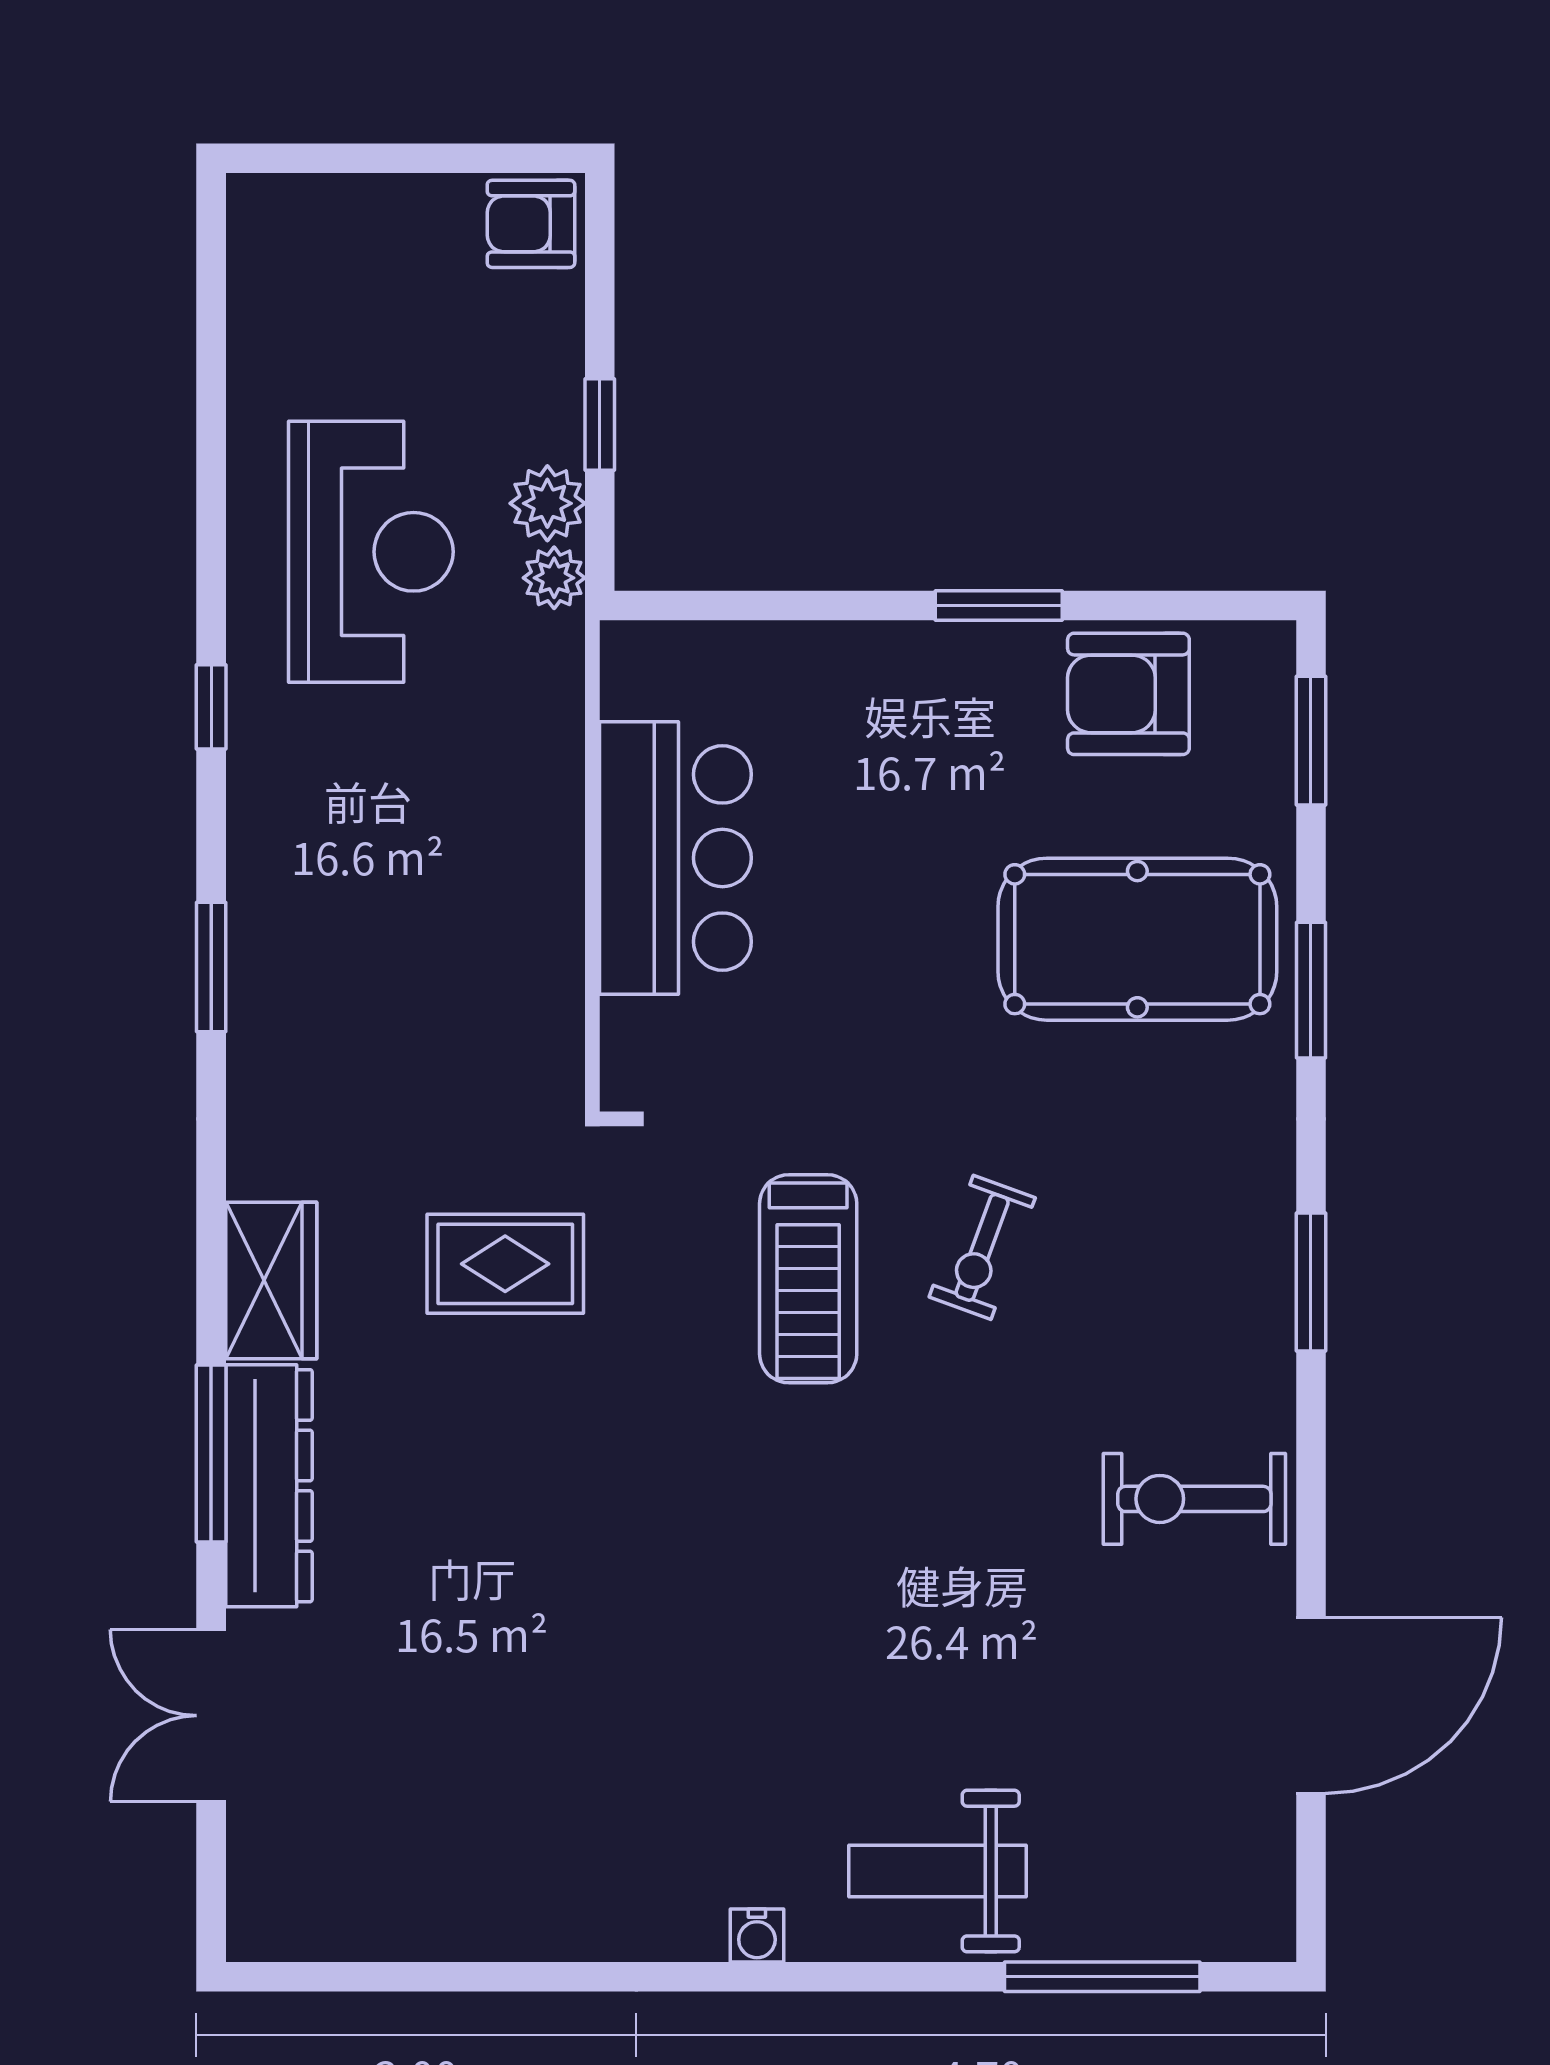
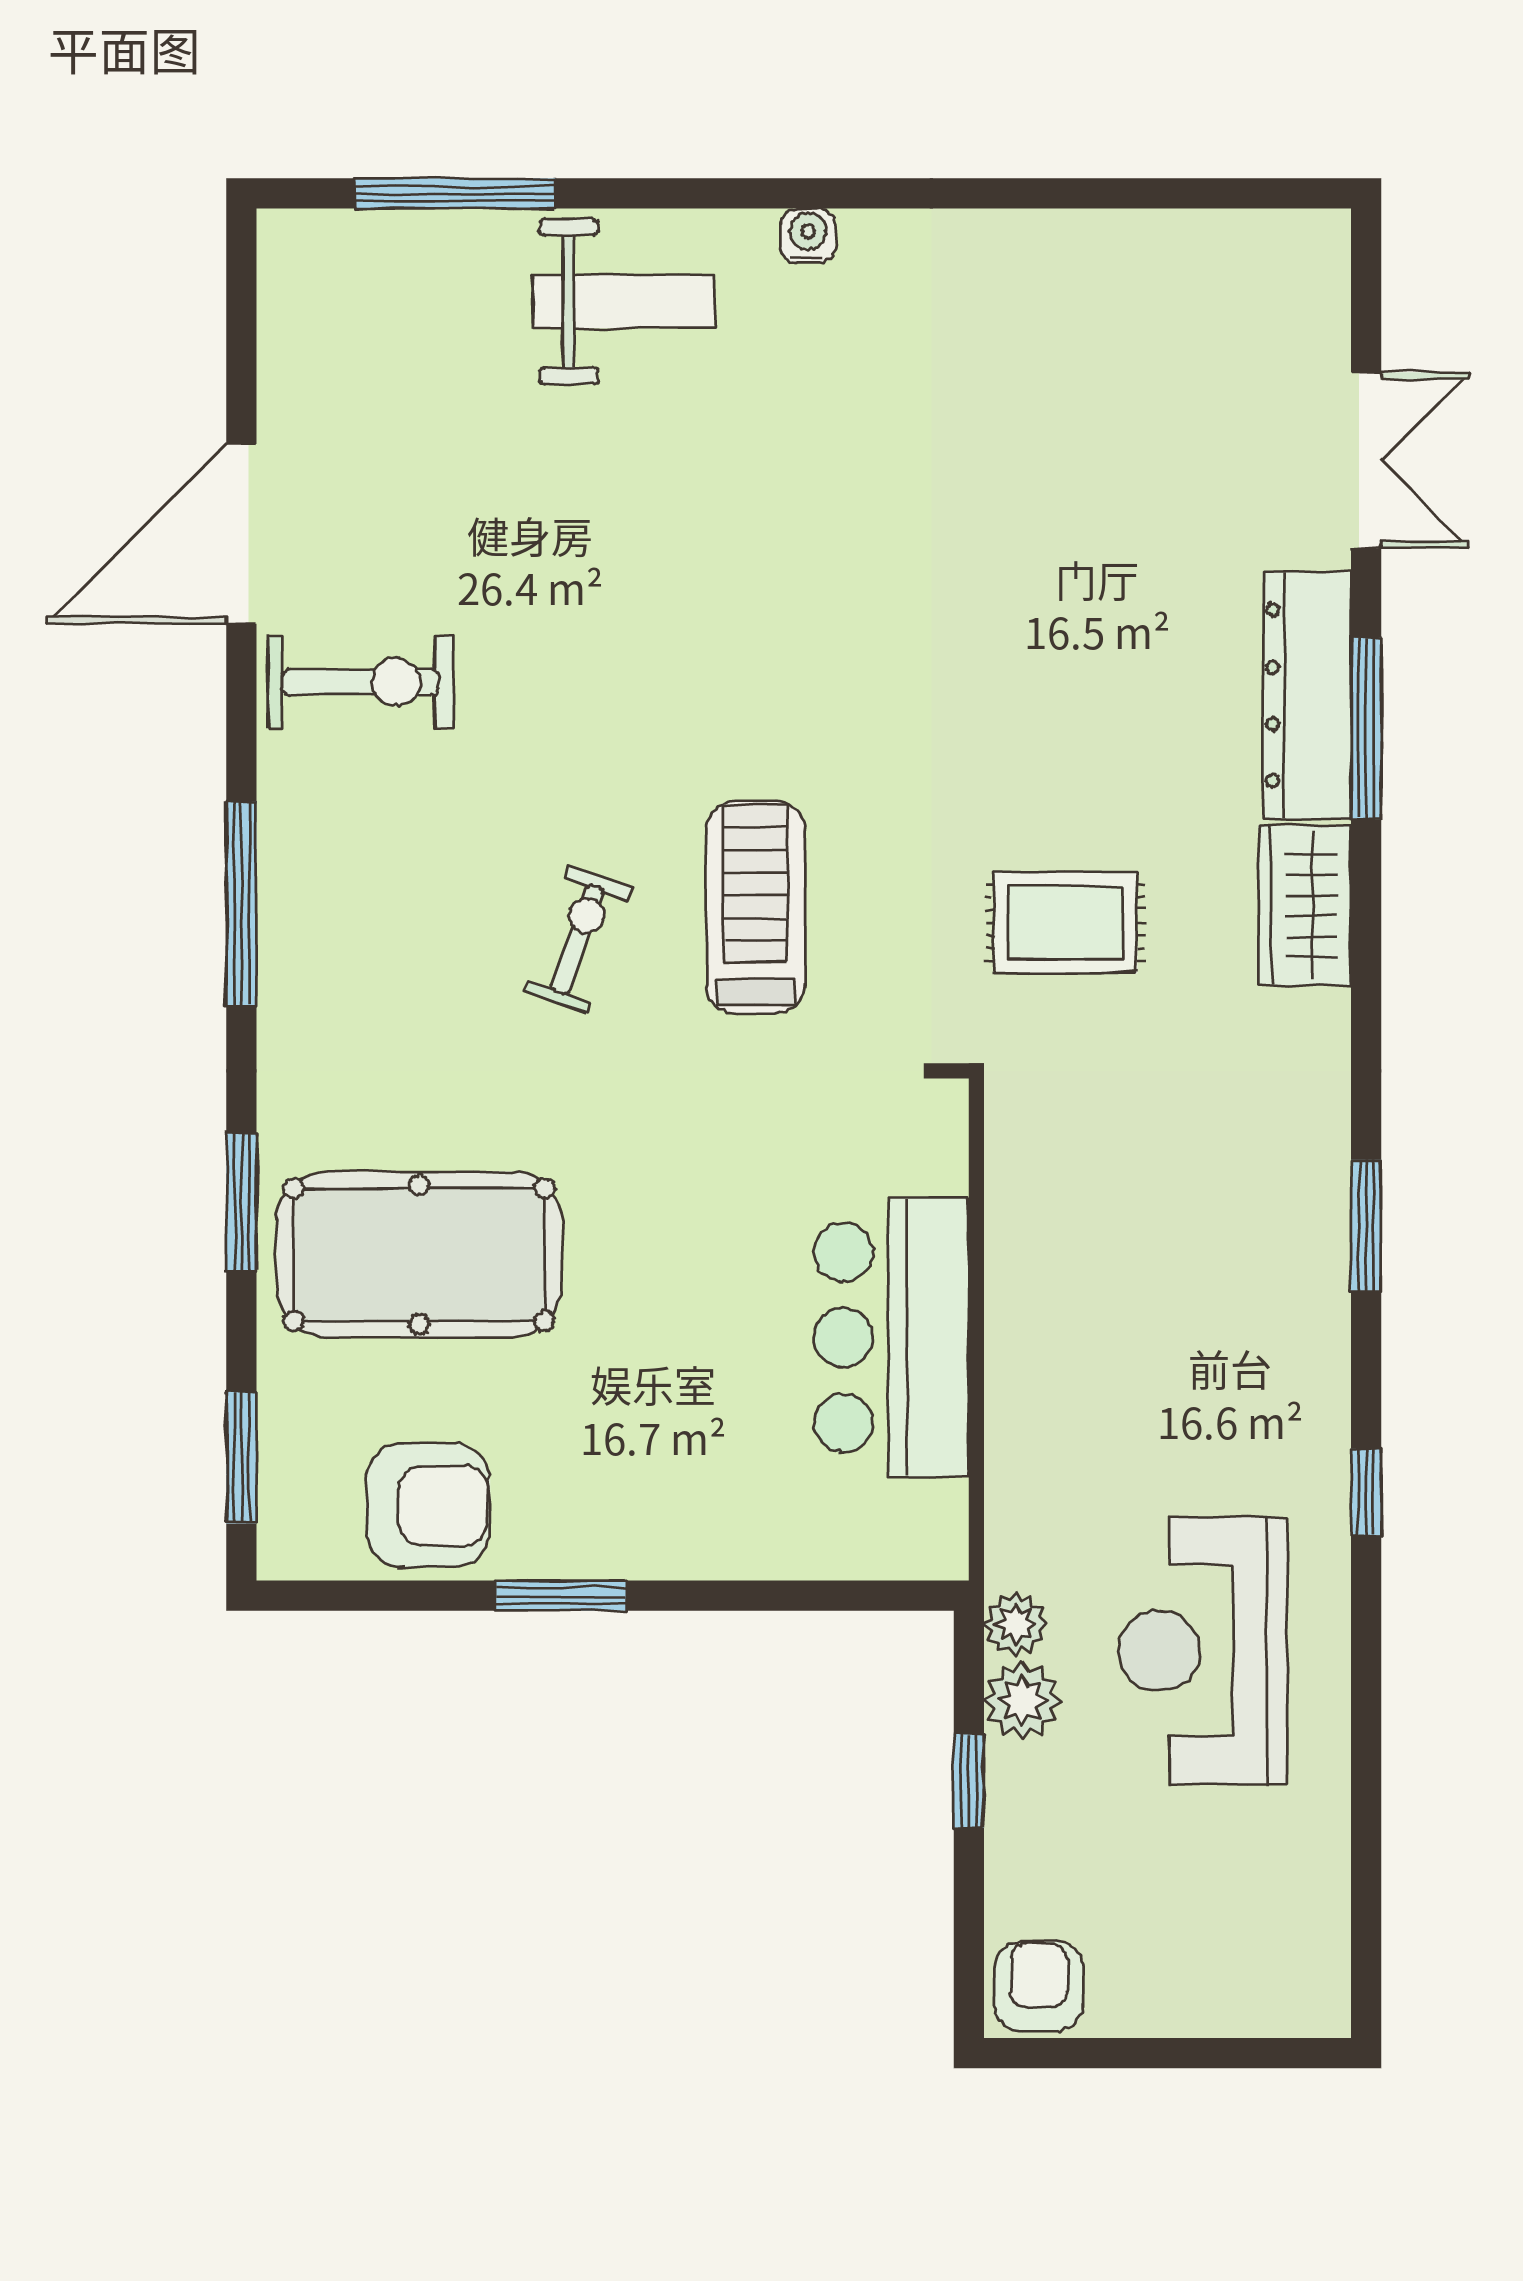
armchair: (531, 224) -> (1039, 1986), turned -90
window: (1311, 1282) -> (241, 904), width x1.44
door: (1311, 1705) -> (241, 534), moved

